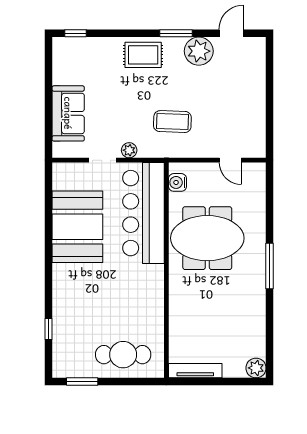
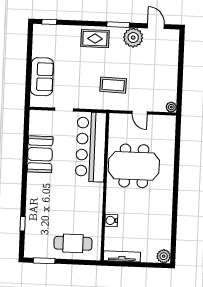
door: (231, 33) -> (156, 26), hinge flipped
plant: (129, 150) -> (171, 107), moved
door: (230, 160) -> (140, 113), moved
water cooler: (177, 182) -> (111, 220), moved
booth: (77, 227) -> (40, 154), width x0.73, depth x0.70
window: (270, 266) -> (176, 187), removed

